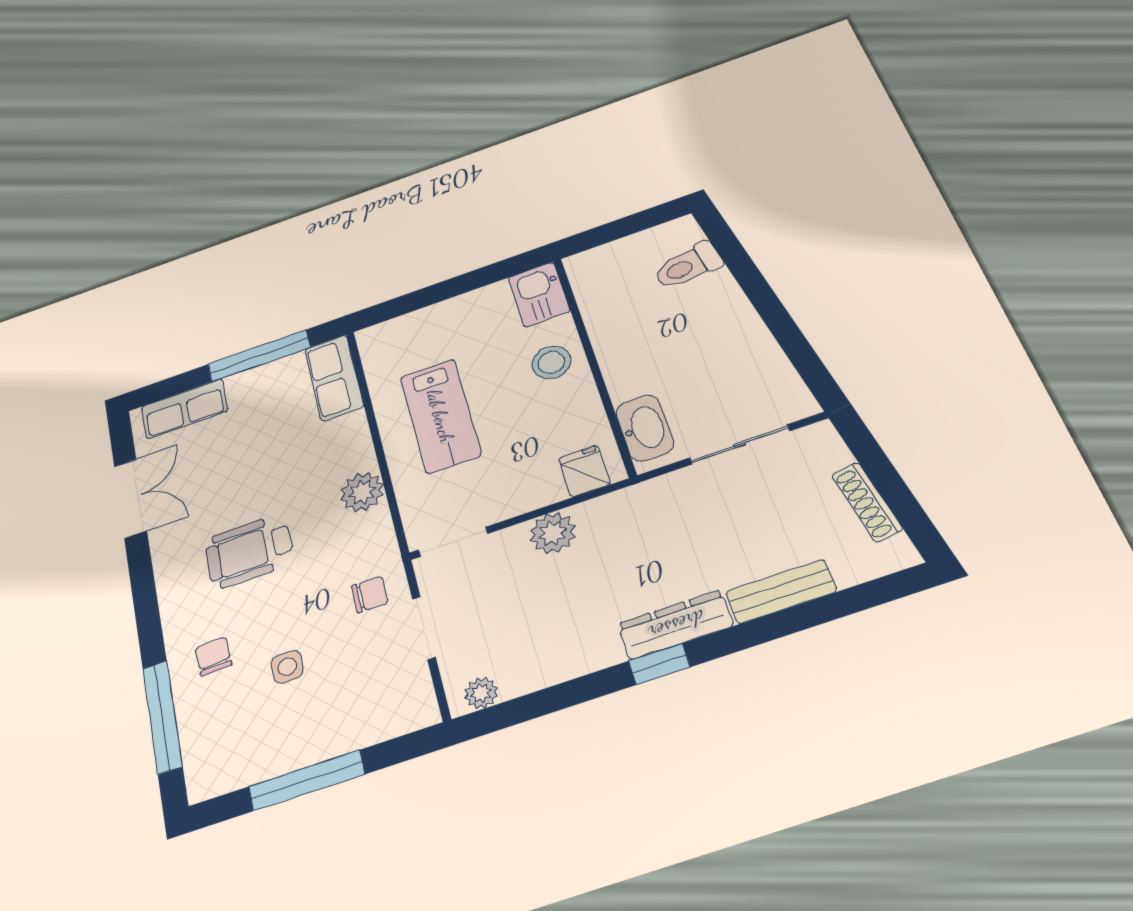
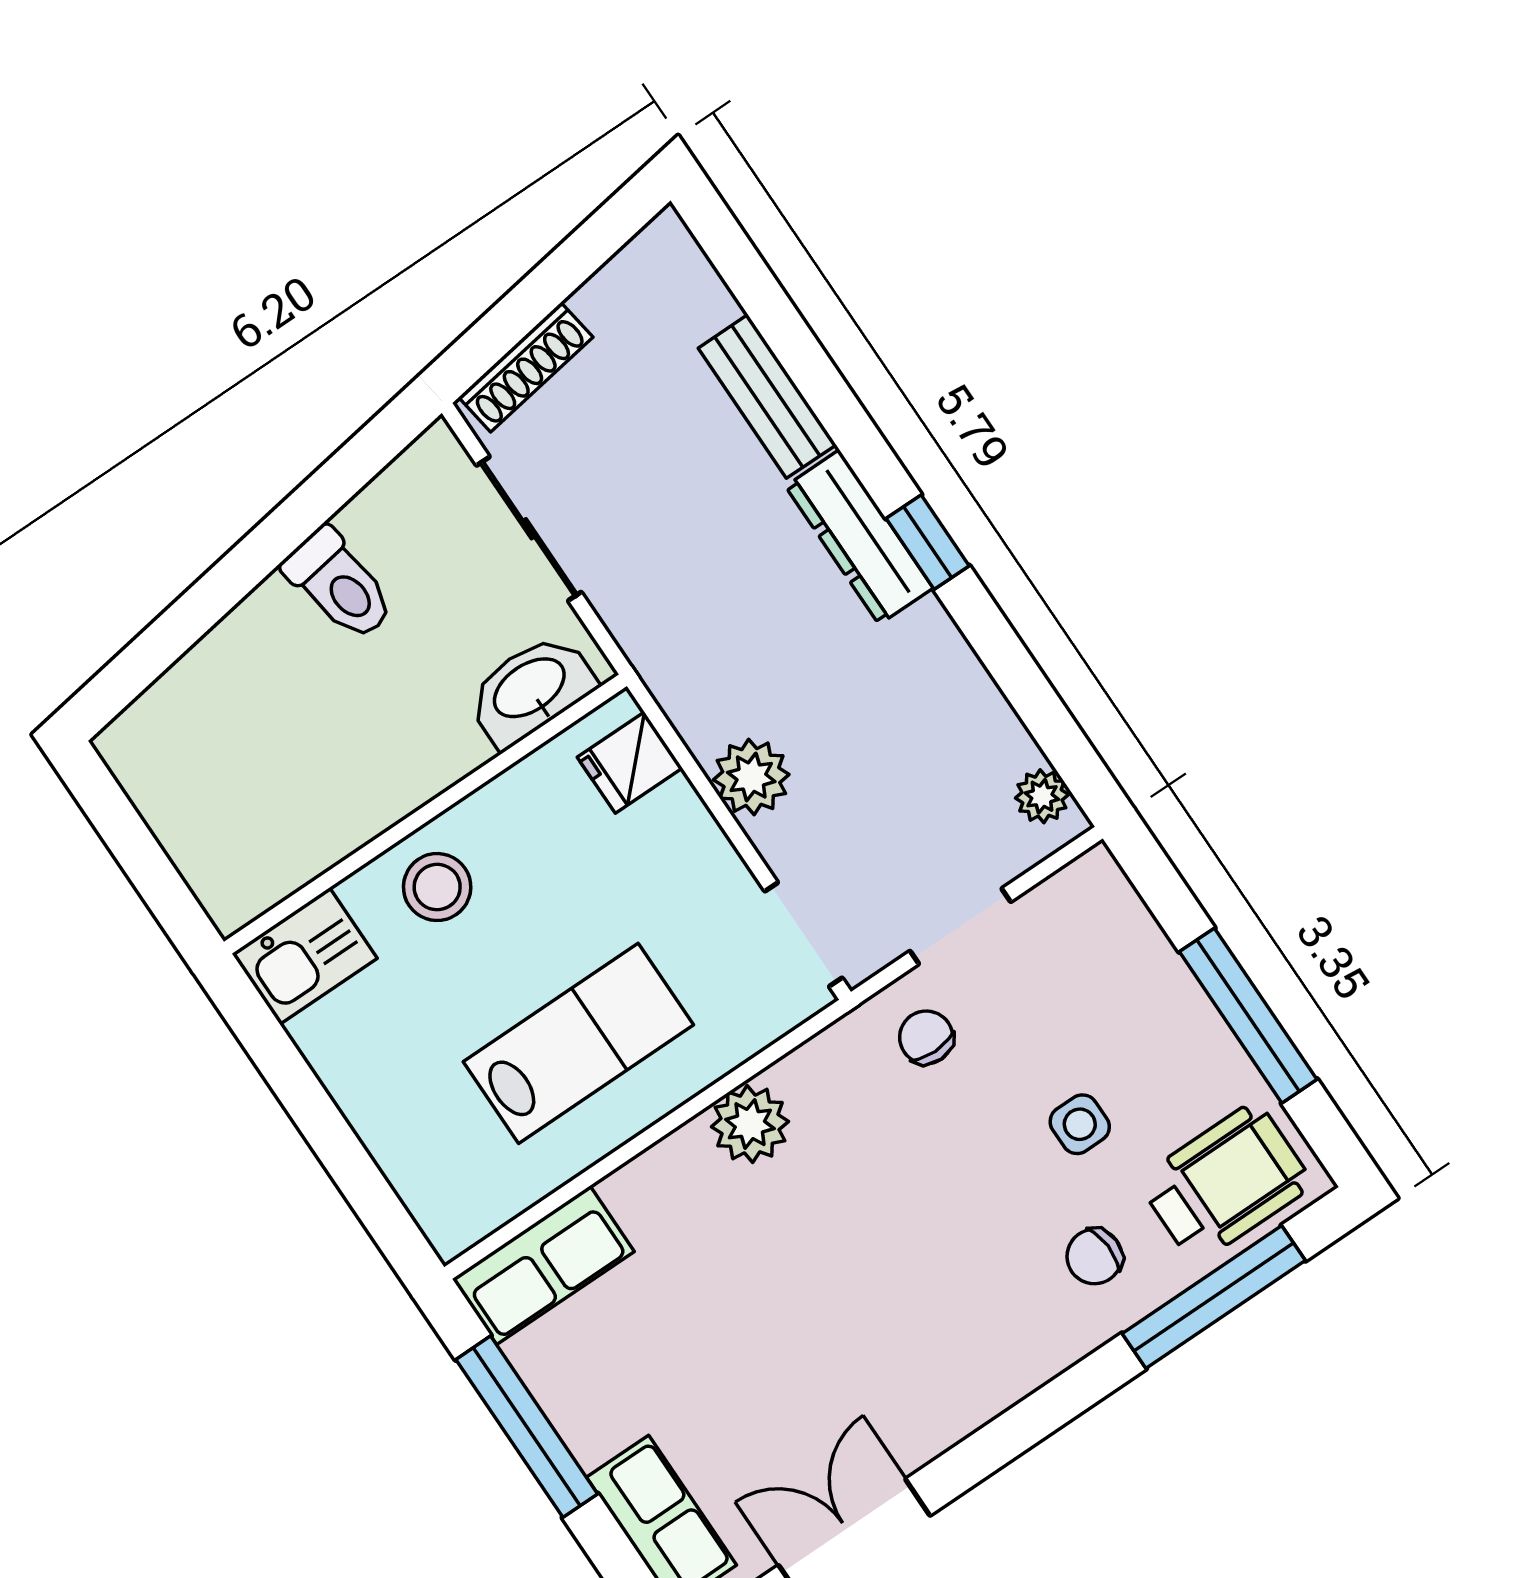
toilet: (688, 266) -> (339, 585), moved
shoe rack: (867, 502) -> (526, 367), moved
wheelchair: (249, 551) -> (1225, 1182), moved, turned -90

